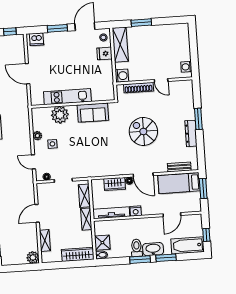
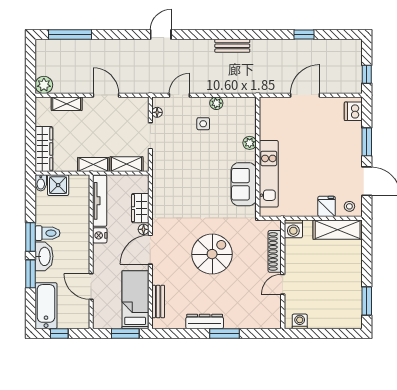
window: (141, 23) -> (367, 301), moved
kitchen unit: (67, 97) -> (269, 174), moved
plant: (60, 115) -> (250, 143), width x0.53, depth x0.53

